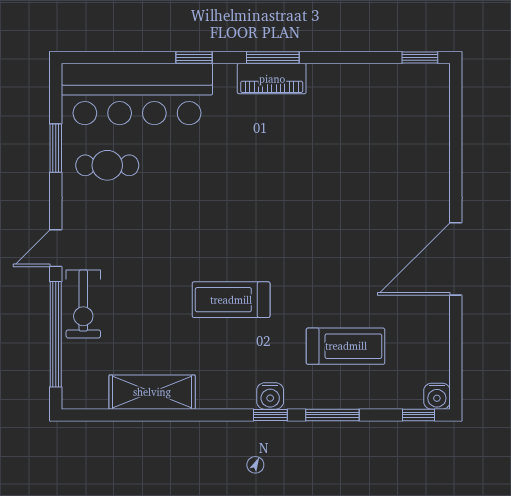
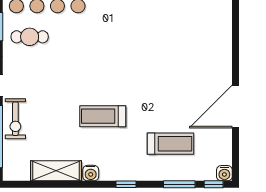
door: (456, 259) -> (236, 106), moved
water cooler: (270, 396) -> (91, 173), moved
window: (332, 415) -> (179, 184), moved

